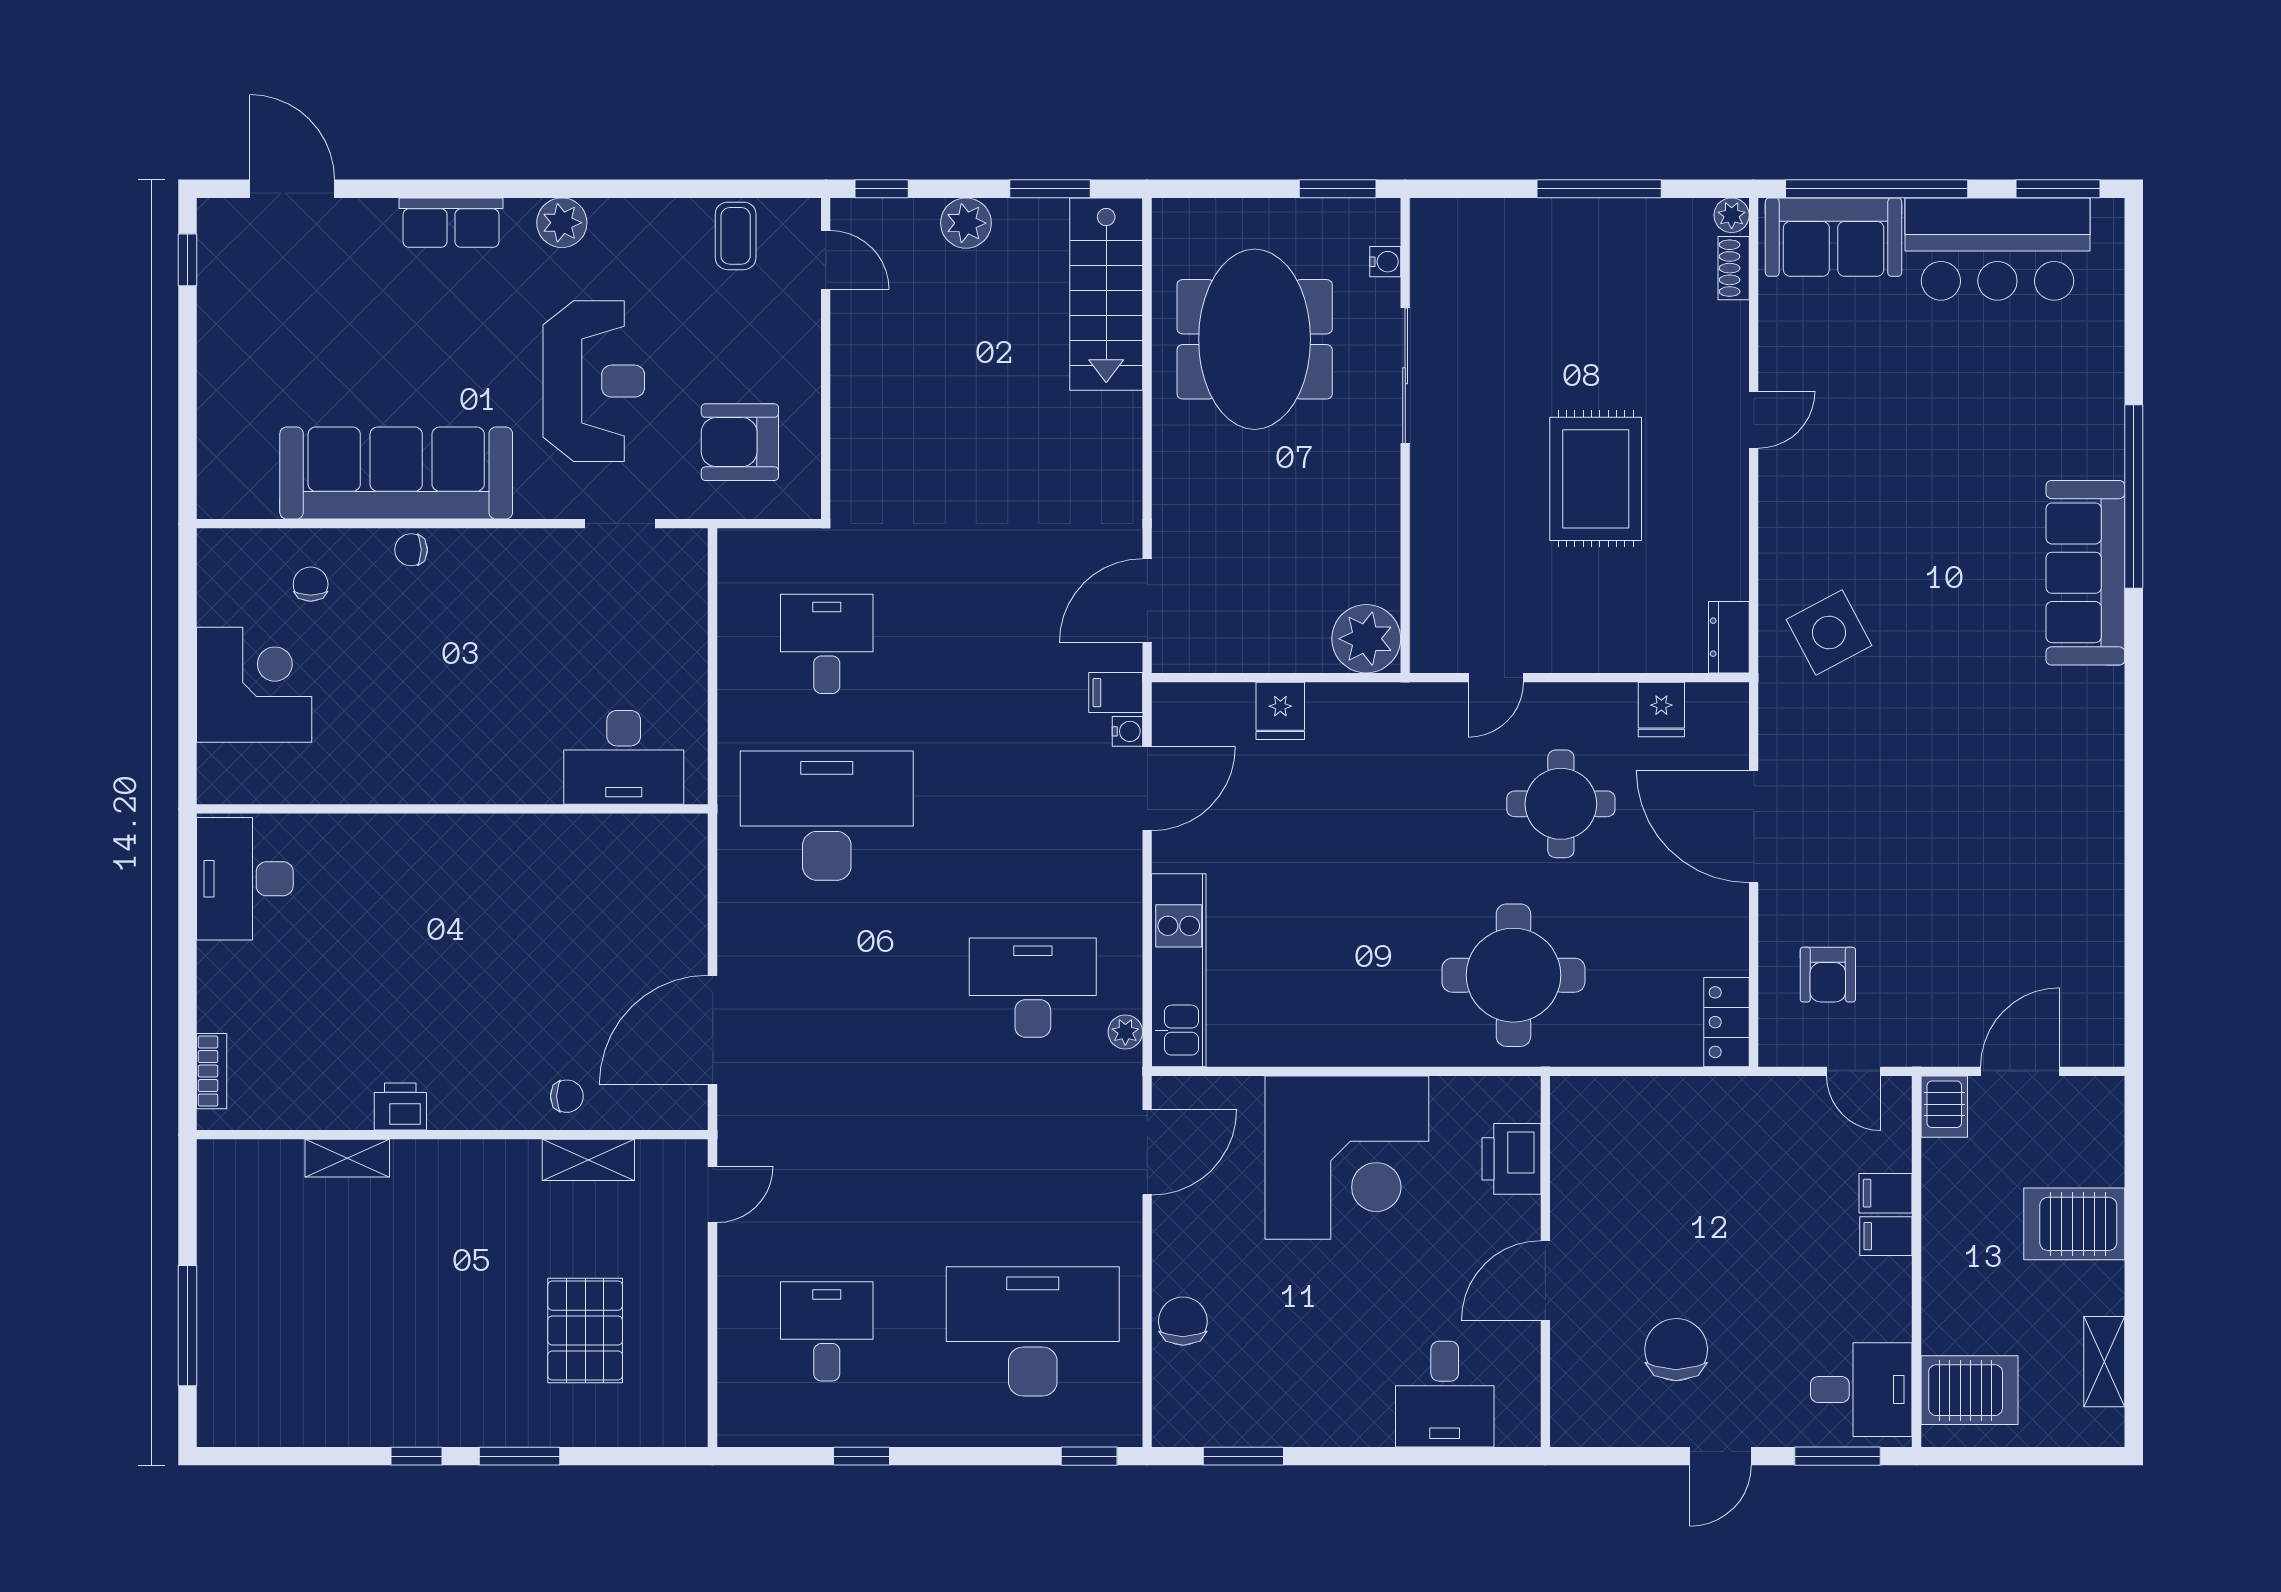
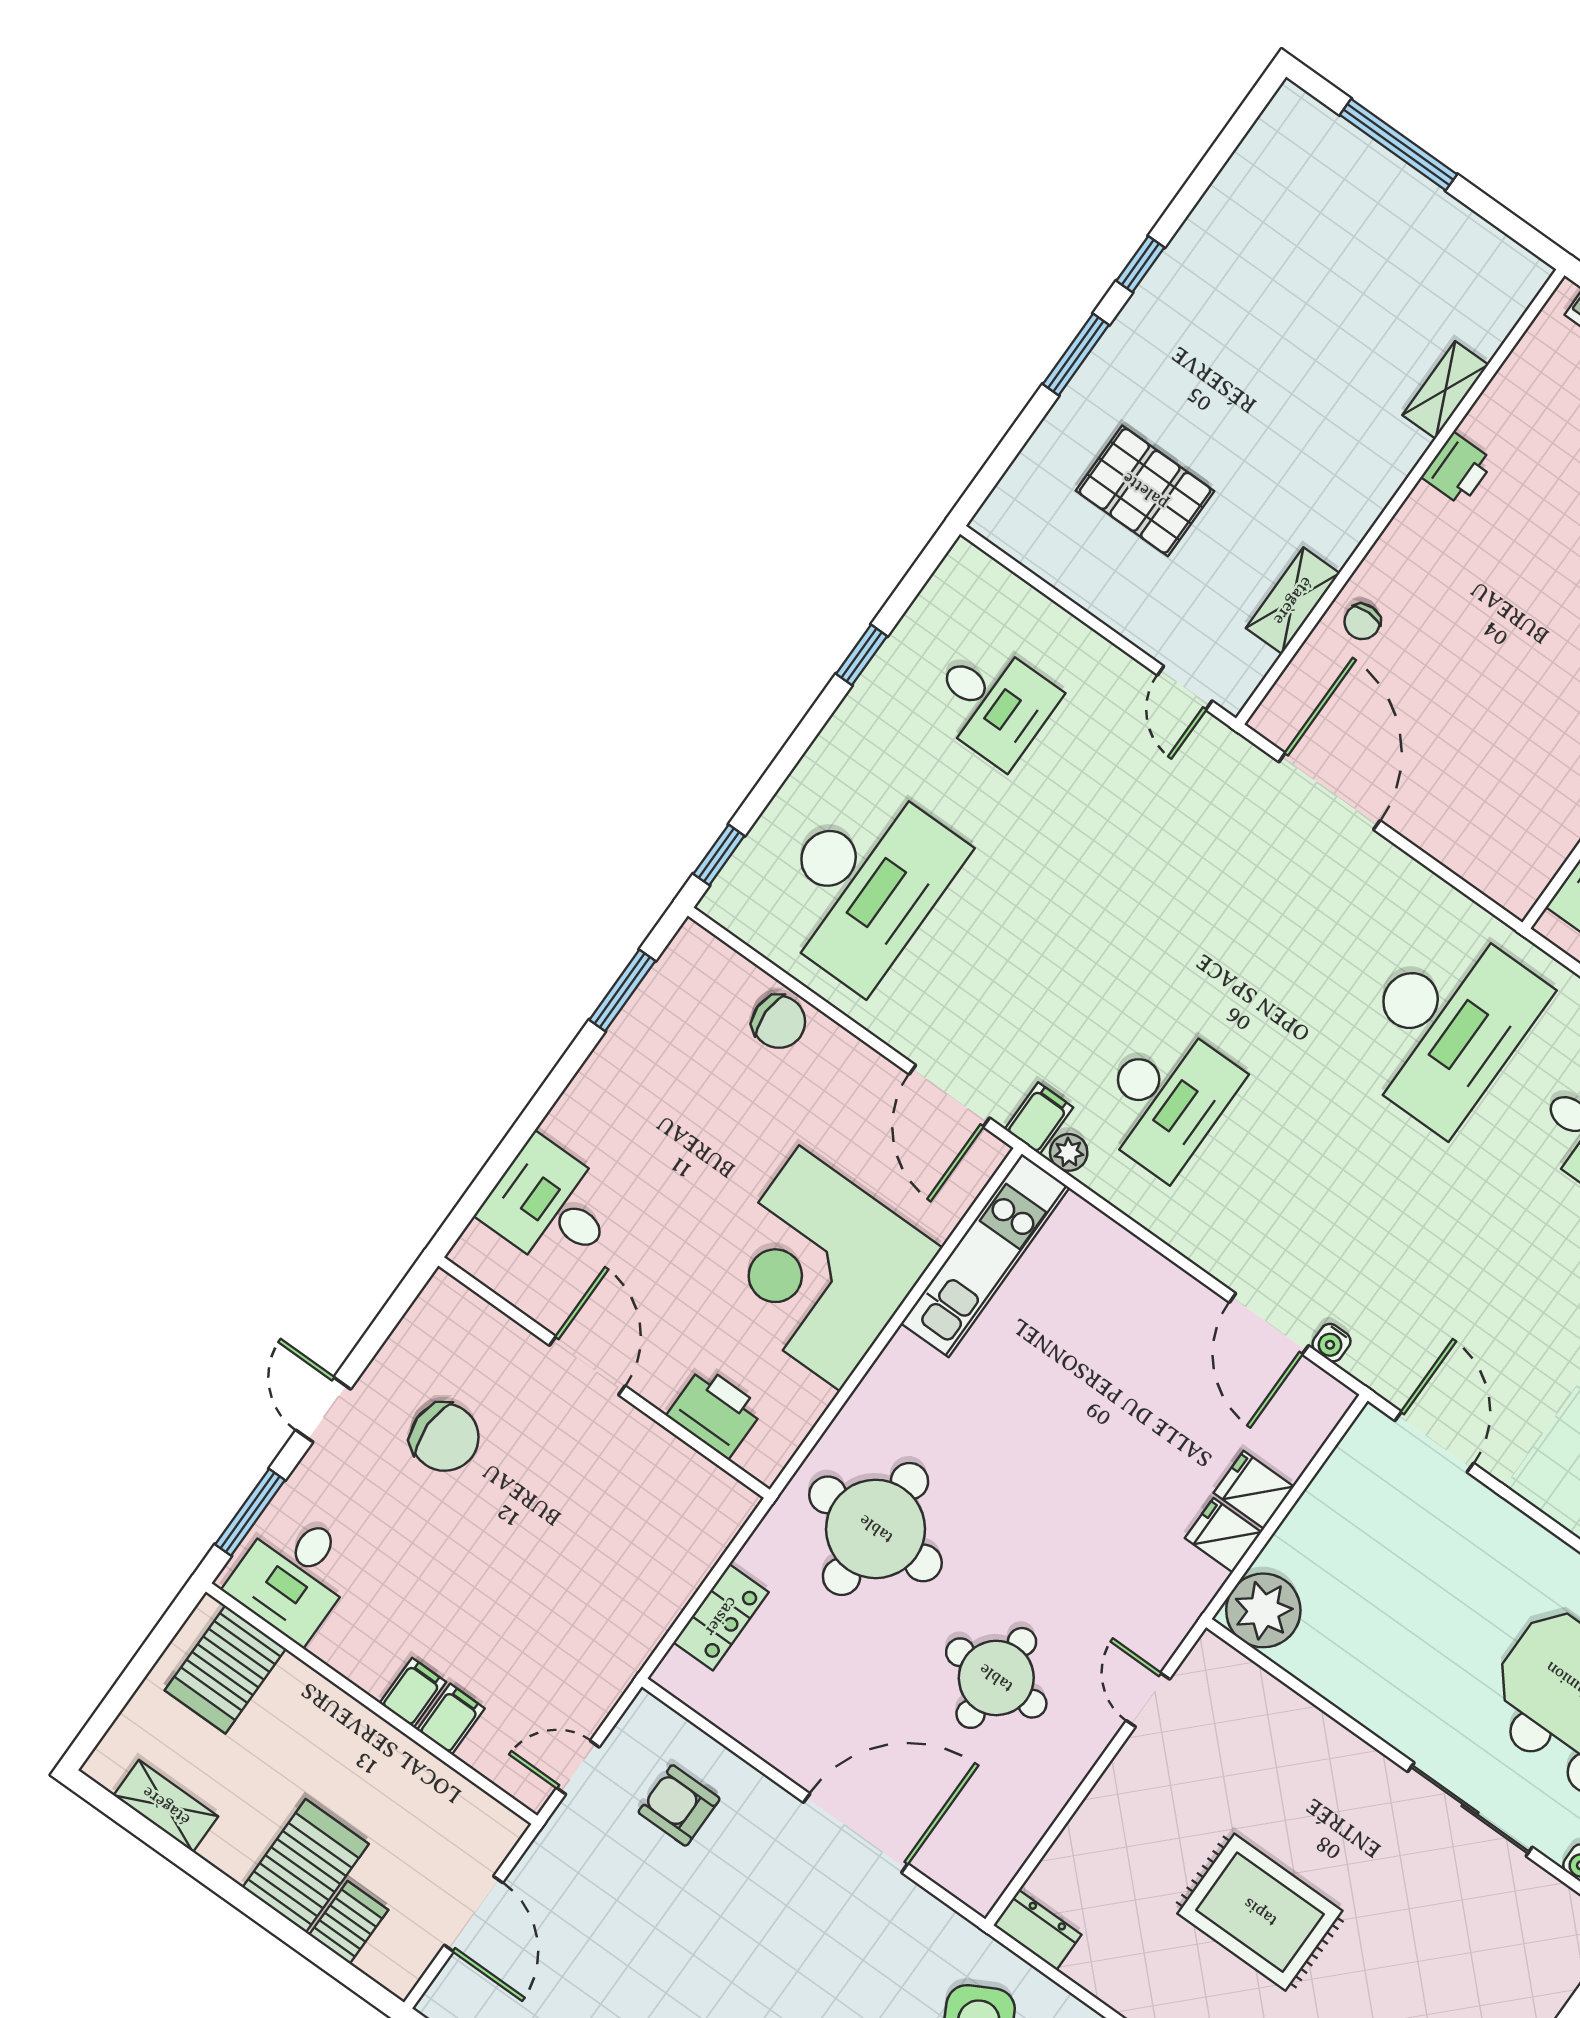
filing cabinet: (1116, 693) -> (1039, 1118), moved
fridge: (1661, 709) -> (1223, 1535), moved
kitchen unit: (1179, 970) -> (985, 1256), moved, turned -90
locker: (1726, 1022) -> (721, 1617), moved, turned 90
server rack: (1944, 1107) -> (349, 1922), moved, turned 90

